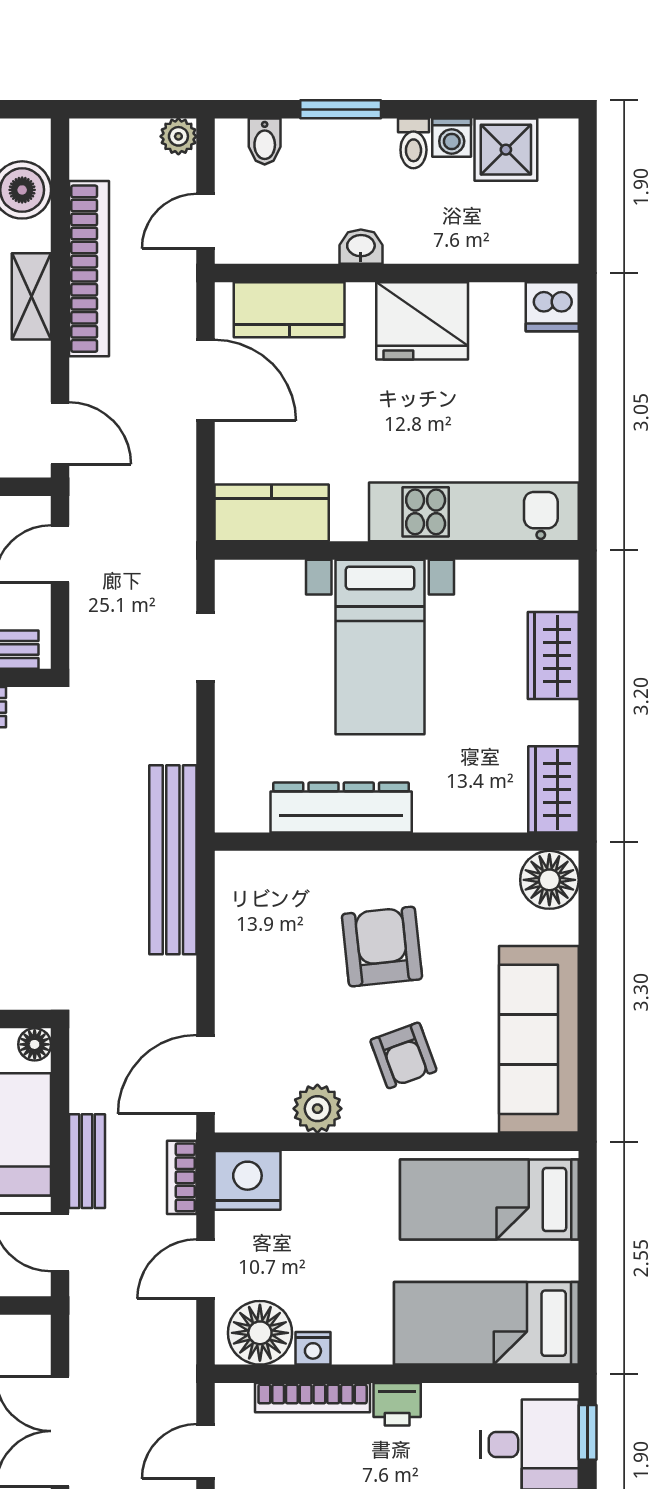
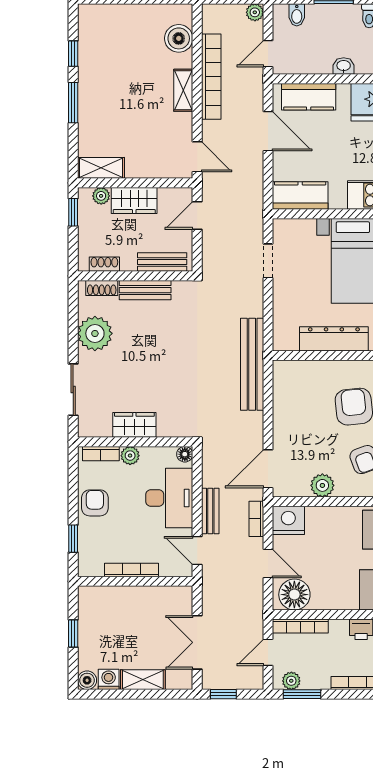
door: (206, 1269) -> (268, 564), swing flipped
nightstand: (313, 1348) -> (320, 602), removed
bookcase: (313, 1398) -> (300, 626), moved

